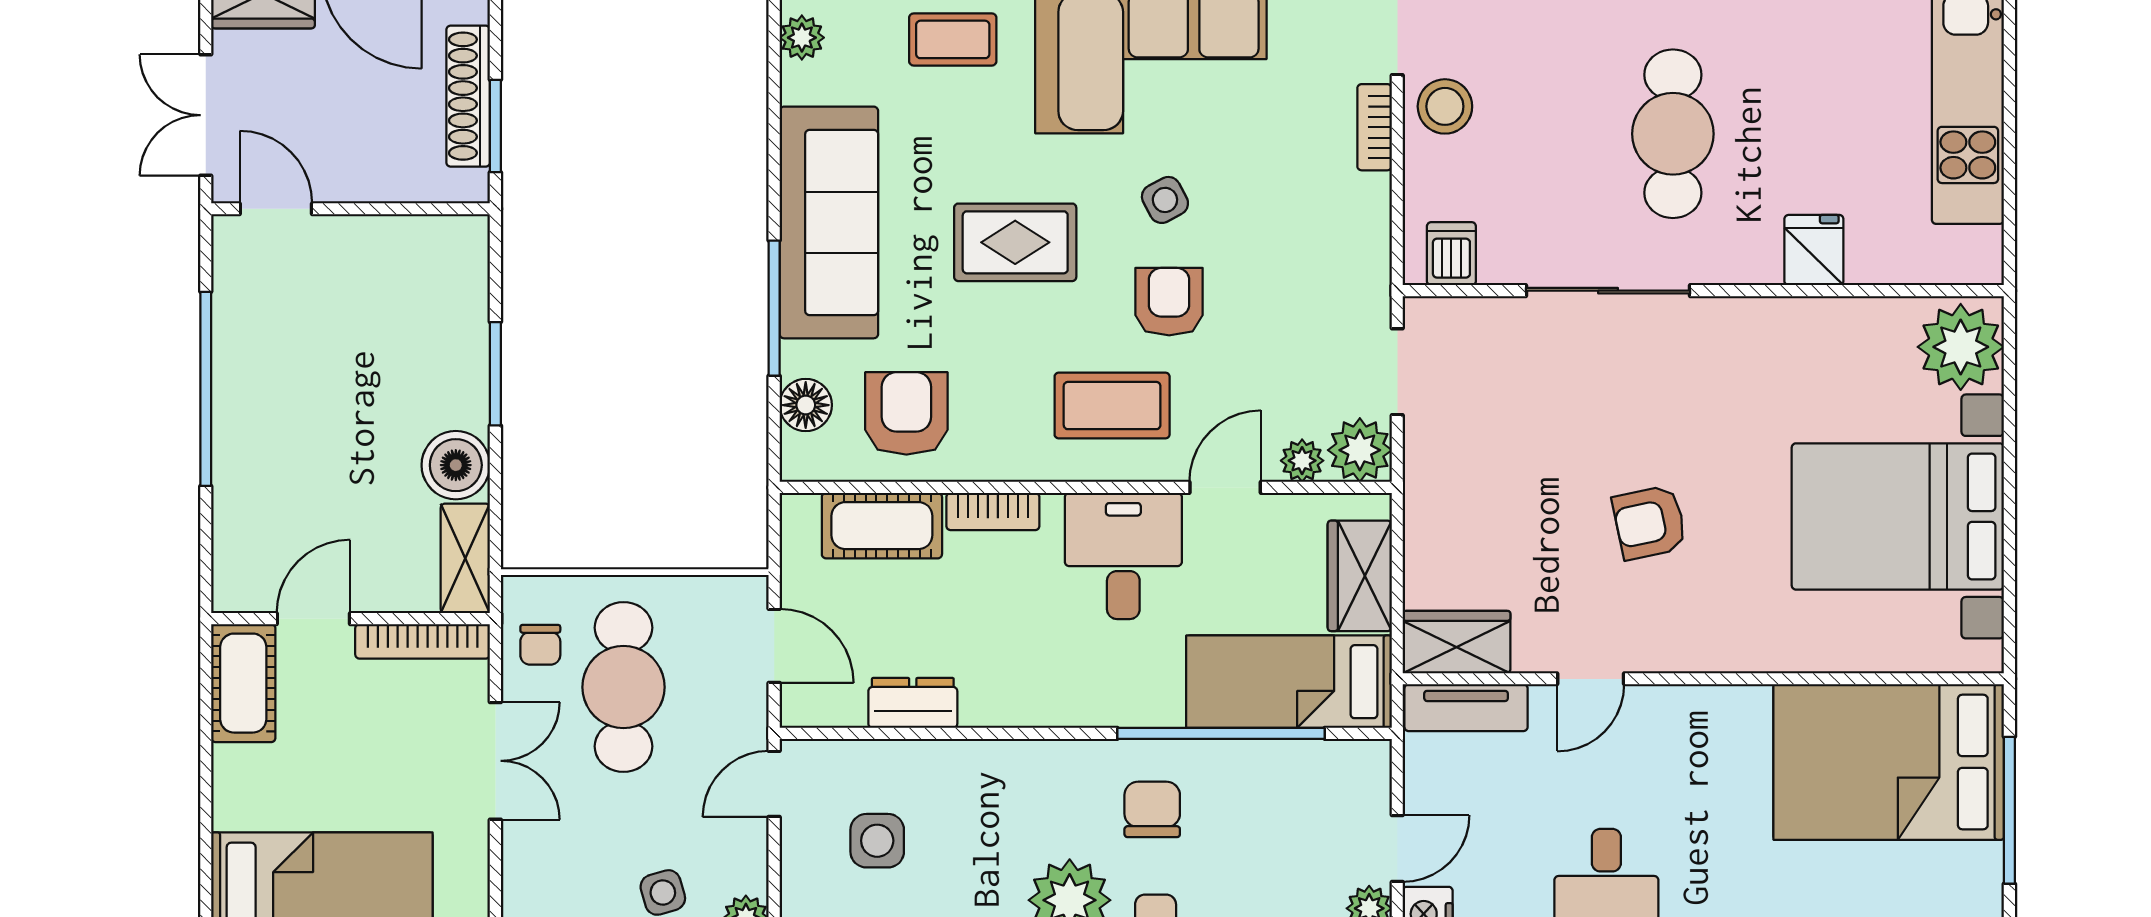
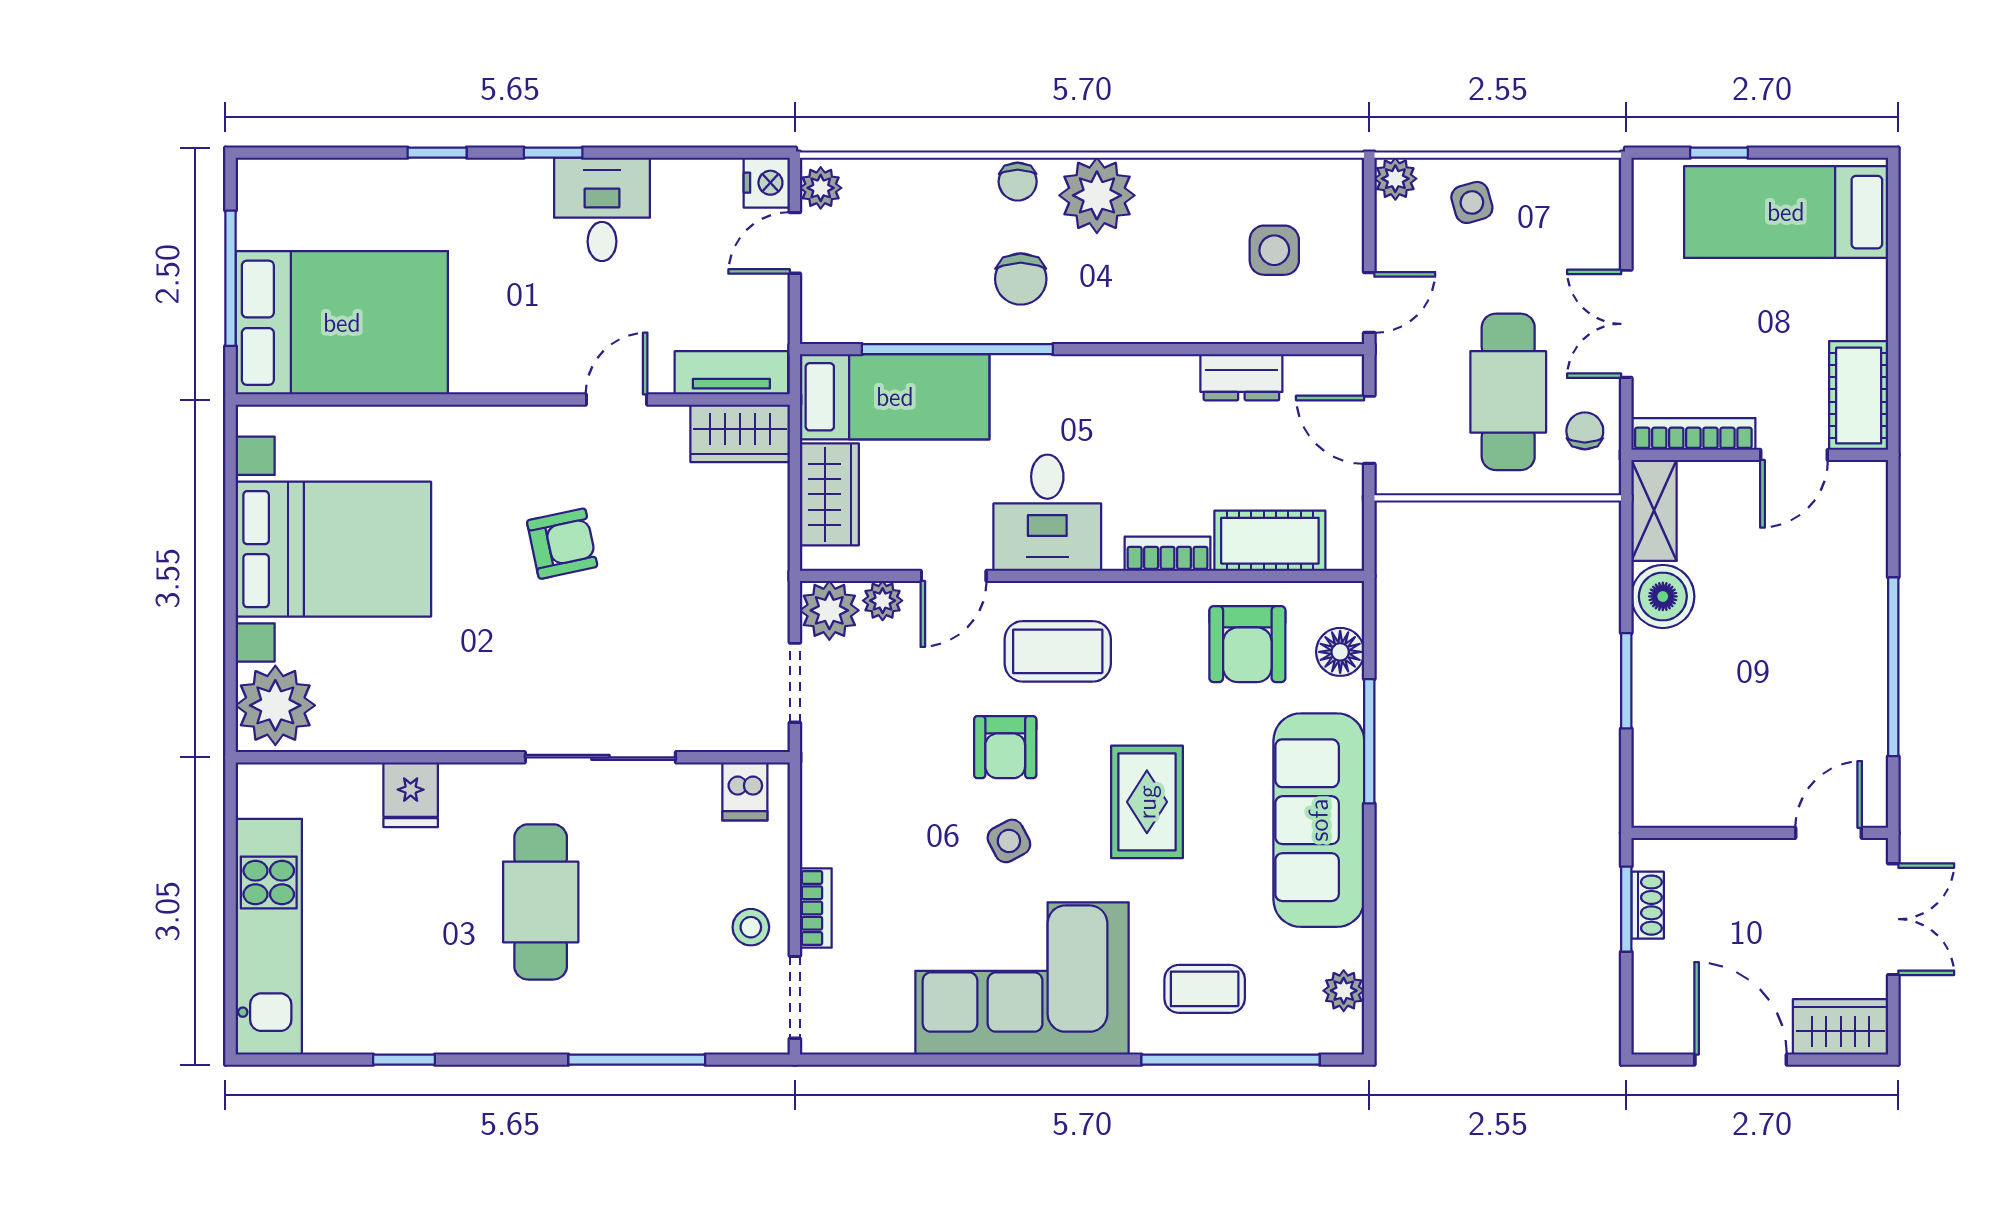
shoe rack: (468, 96) -> (1648, 905), width x0.51, depth x0.81
stool: (1445, 106) -> (751, 927), width x0.73, depth x0.73
door: (276, 209) -> (1829, 833), swing flipped
rug: (1015, 242) -> (1147, 802), turned 90

